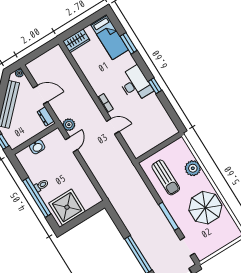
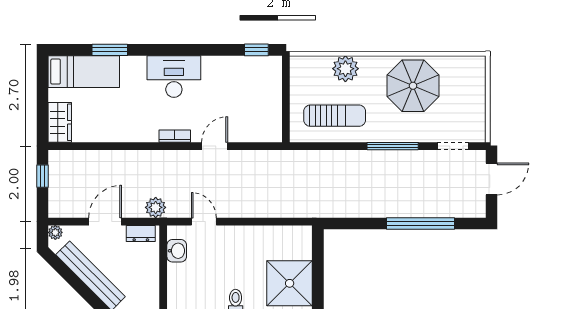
window: (44, 49) -> (42, 176), added
window: (155, 86) -> (256, 50), moved
plant: (69, 125) -> (156, 207), moved
washbasin: (37, 147) -> (177, 251), moved

